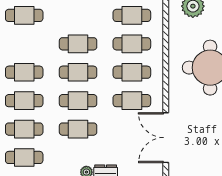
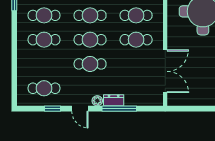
cafe table: (24, 129) -> (44, 64), removed
double door: (166, 138) -> (165, 71), swing flipped

